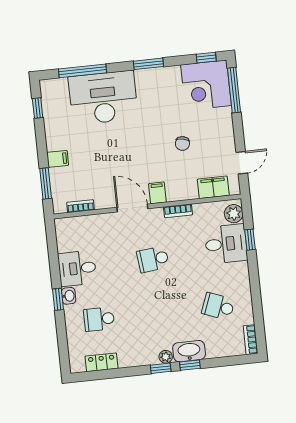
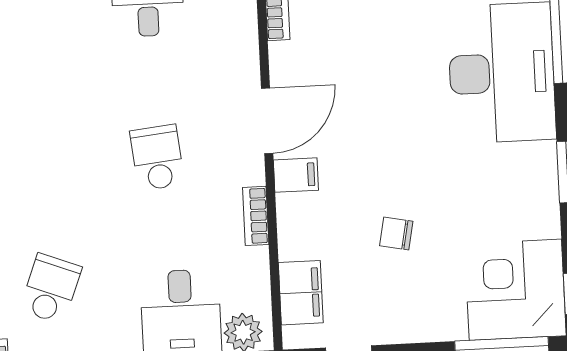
school desk: (99, 319) -> (38, 38), removed

